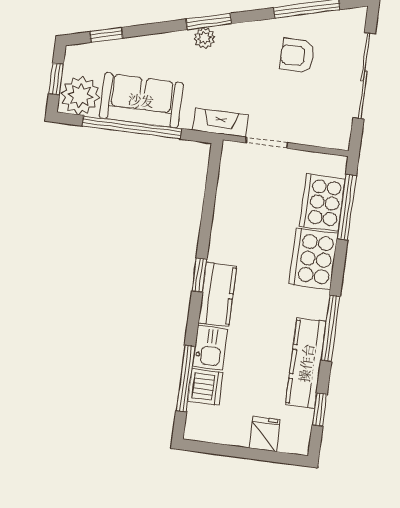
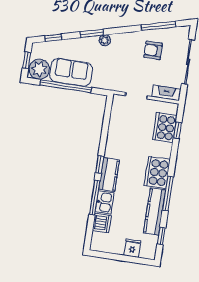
window: (209, 21) -> (92, 33), moved
fireplace: (220, 122) -> (166, 93), moved
window: (347, 207) -> (177, 130), width x0.46
cooker: (313, 259) -> (157, 172), moved
window: (186, 378) -> (95, 198), moved

